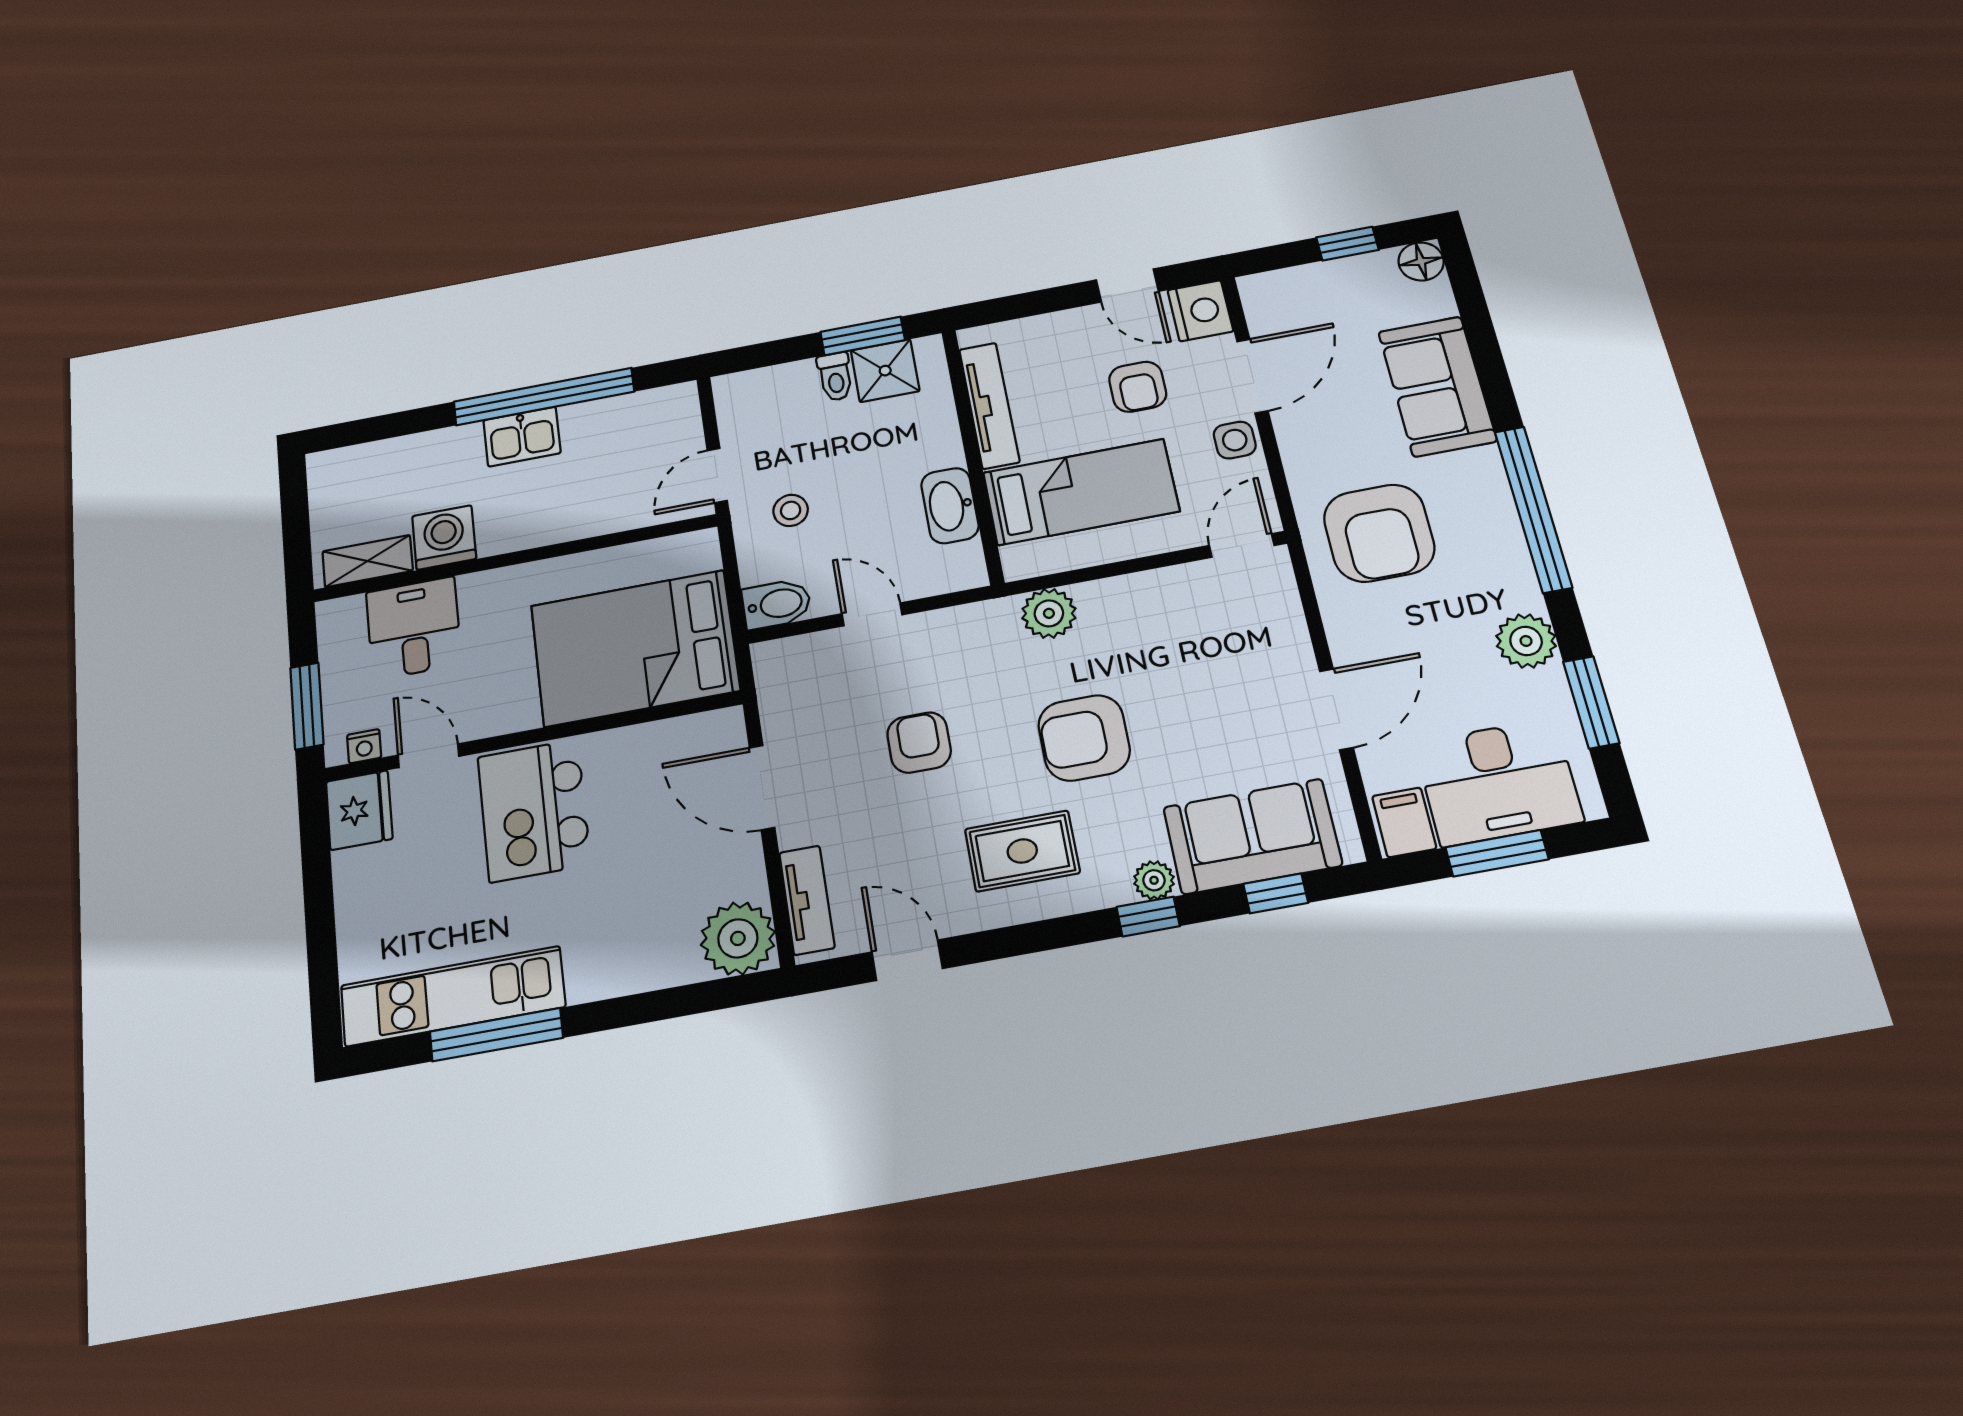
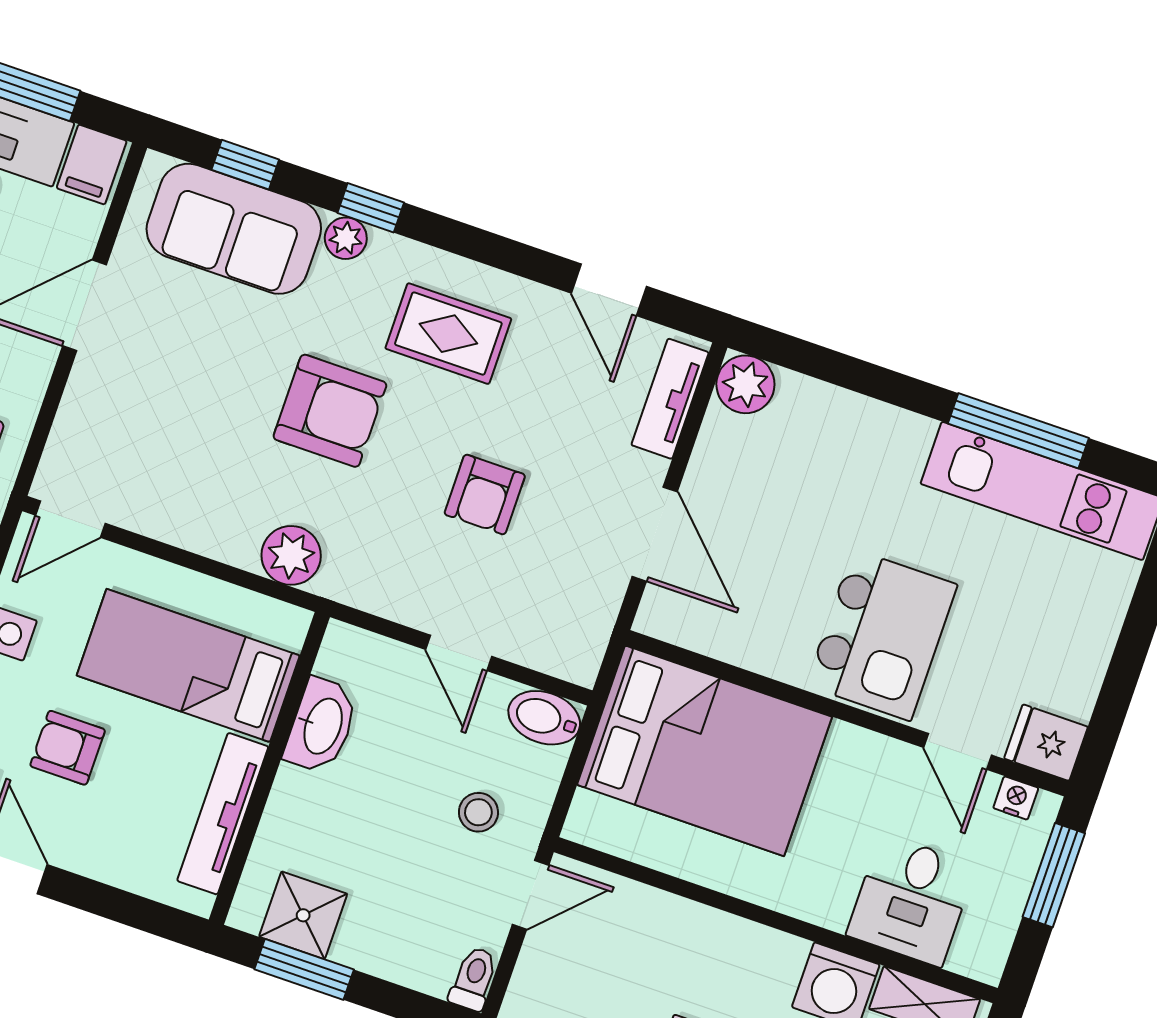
toilet: (835, 377) -> (474, 979), moved
armchair: (1138, 387) -> (68, 748), turned -90
fridge: (359, 810) -> (1046, 743), width x0.72
plant: (738, 938) -> (745, 384), width x0.73, depth x0.73

